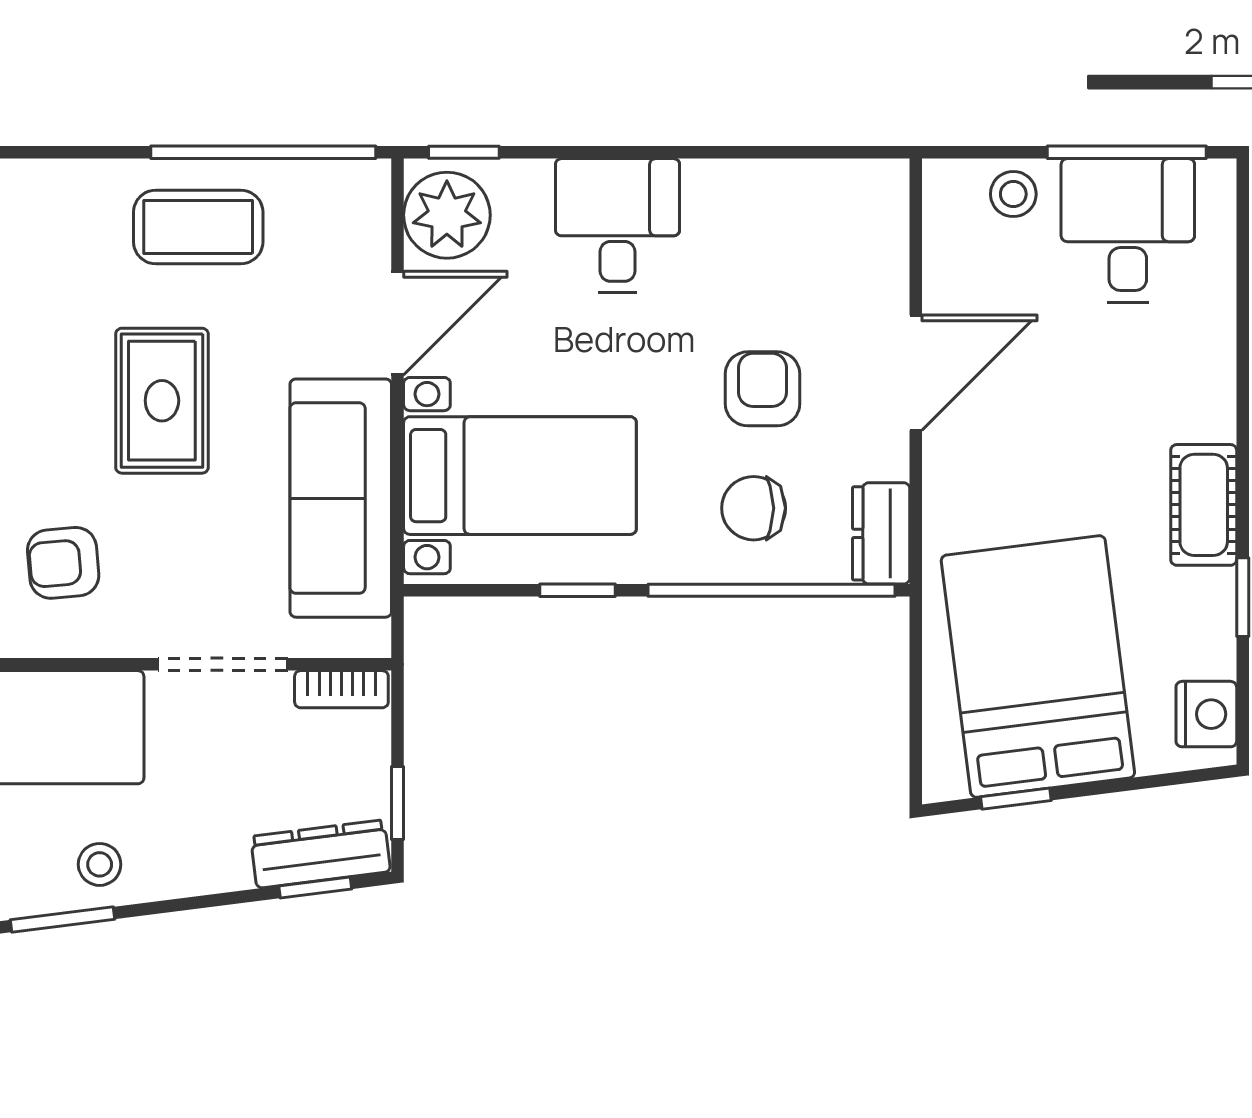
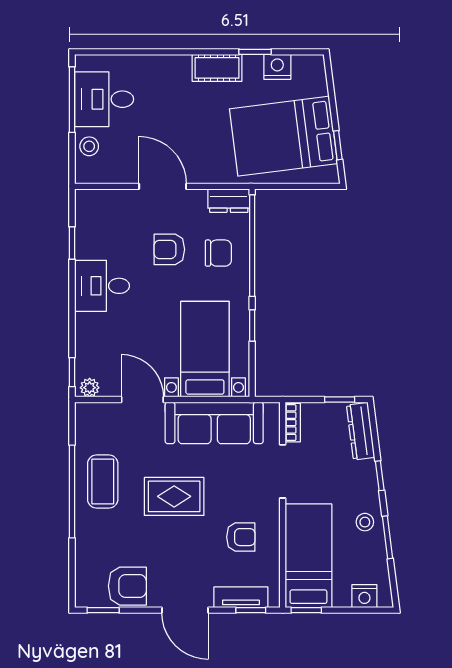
window: (263, 152) -> (72, 491), moved
window: (778, 152) -> (72, 243), added
plant: (447, 215) -> (90, 388), width x0.53, depth x0.53
desk: (617, 225) -> (102, 286), moved
chair: (754, 508) -> (218, 253), turned -90
armchair: (63, 563) -> (241, 537), turned -85
nightstand: (1206, 714) -> (277, 67), moved
window: (315, 887) -> (380, 476), moved

